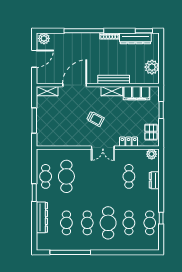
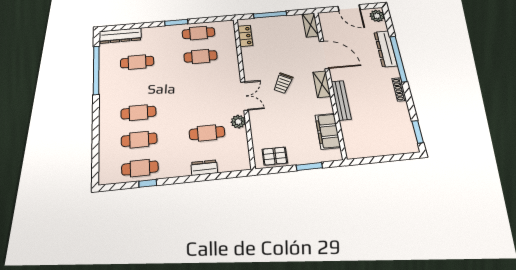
dresser: (135, 38) -> (386, 49), moved
plant: (152, 67) -> (369, 148), removed
shelving: (112, 91) -> (322, 84), moved
locker: (129, 142) -> (245, 36), moved
double door: (103, 148) -> (244, 96), swing flipped
plant: (152, 154) -> (238, 122), moved
cafe table: (66, 176) -> (200, 56), width x0.73, depth x0.74
dresser: (42, 217) -> (120, 36), moved
cafe table: (87, 223) -> (138, 87), removed
cafe table: (108, 223) -> (138, 113), width x0.73, depth x0.74

